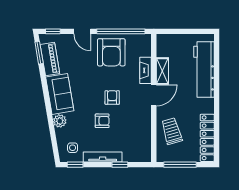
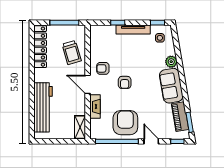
shelving: (162, 71) -> (80, 127), moved
door: (154, 95) -> (88, 84), hinge flipped
armchair: (102, 121) -> (103, 68), moved

